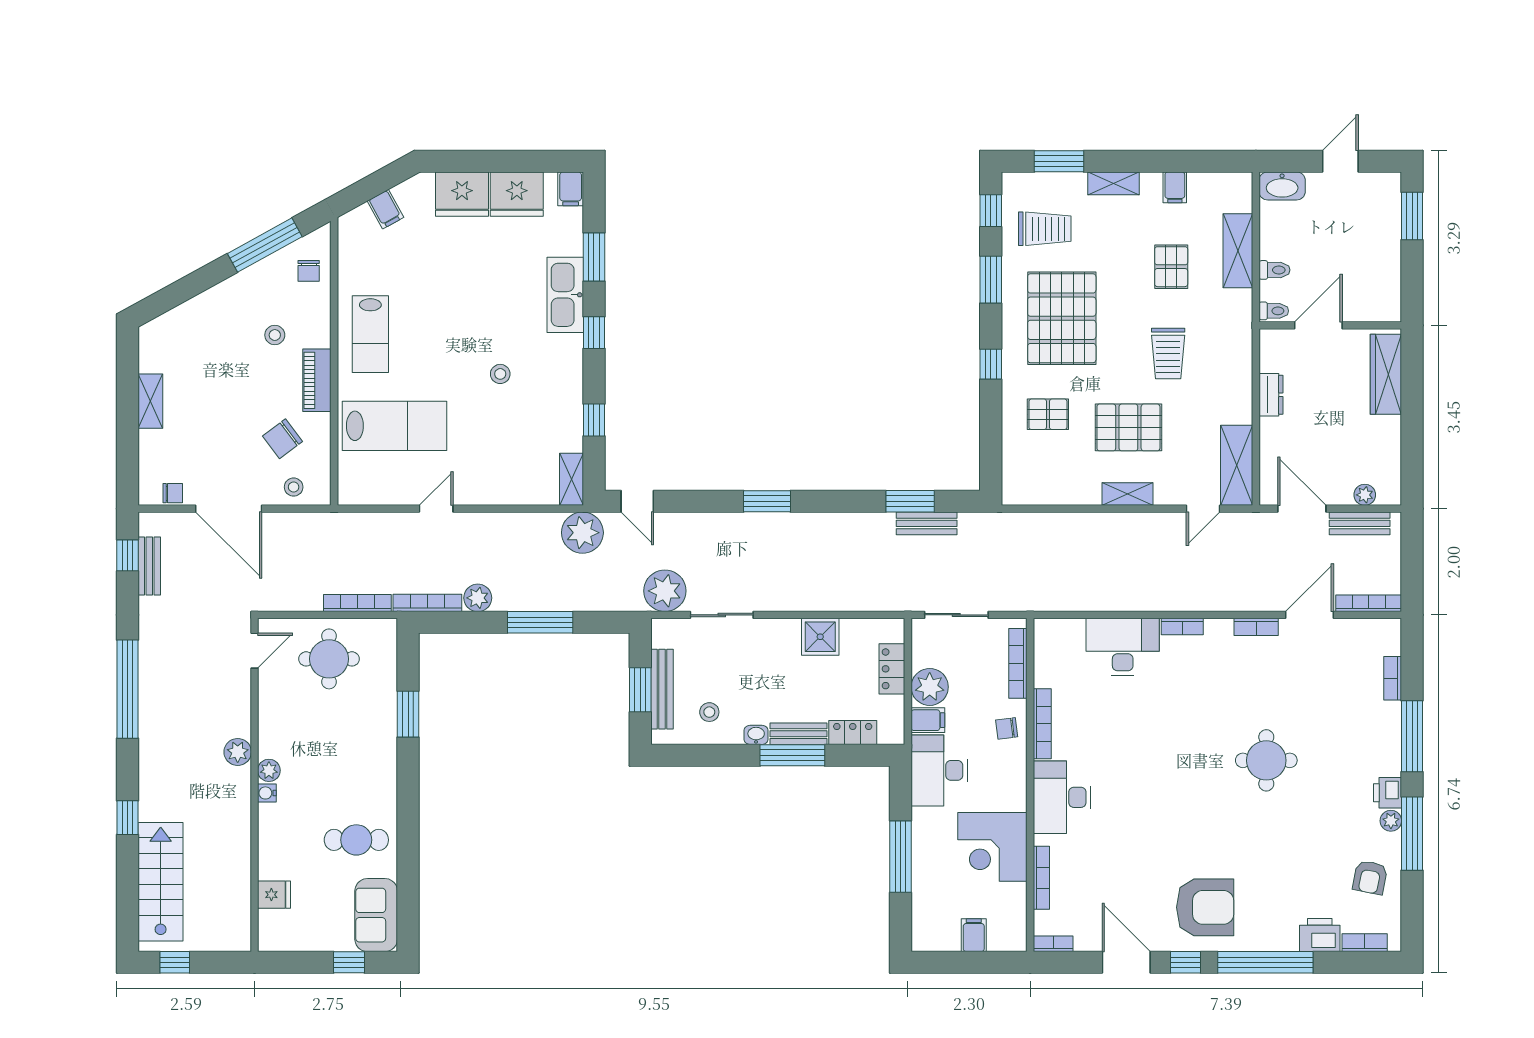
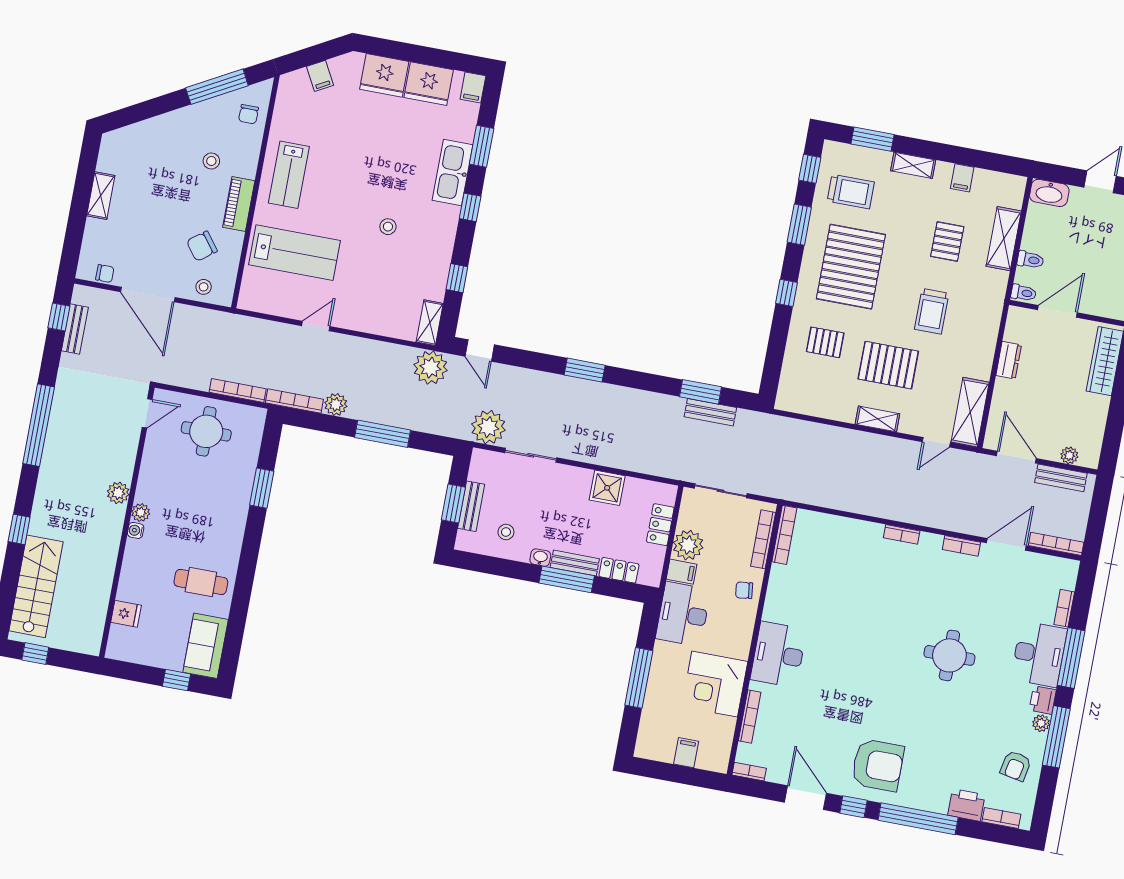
desk: (1123, 647) -> (1039, 654), moved, turned 90
bench: (662, 689) -> (471, 506), width x0.73
bookcase: (1042, 724) -> (784, 535), moved

